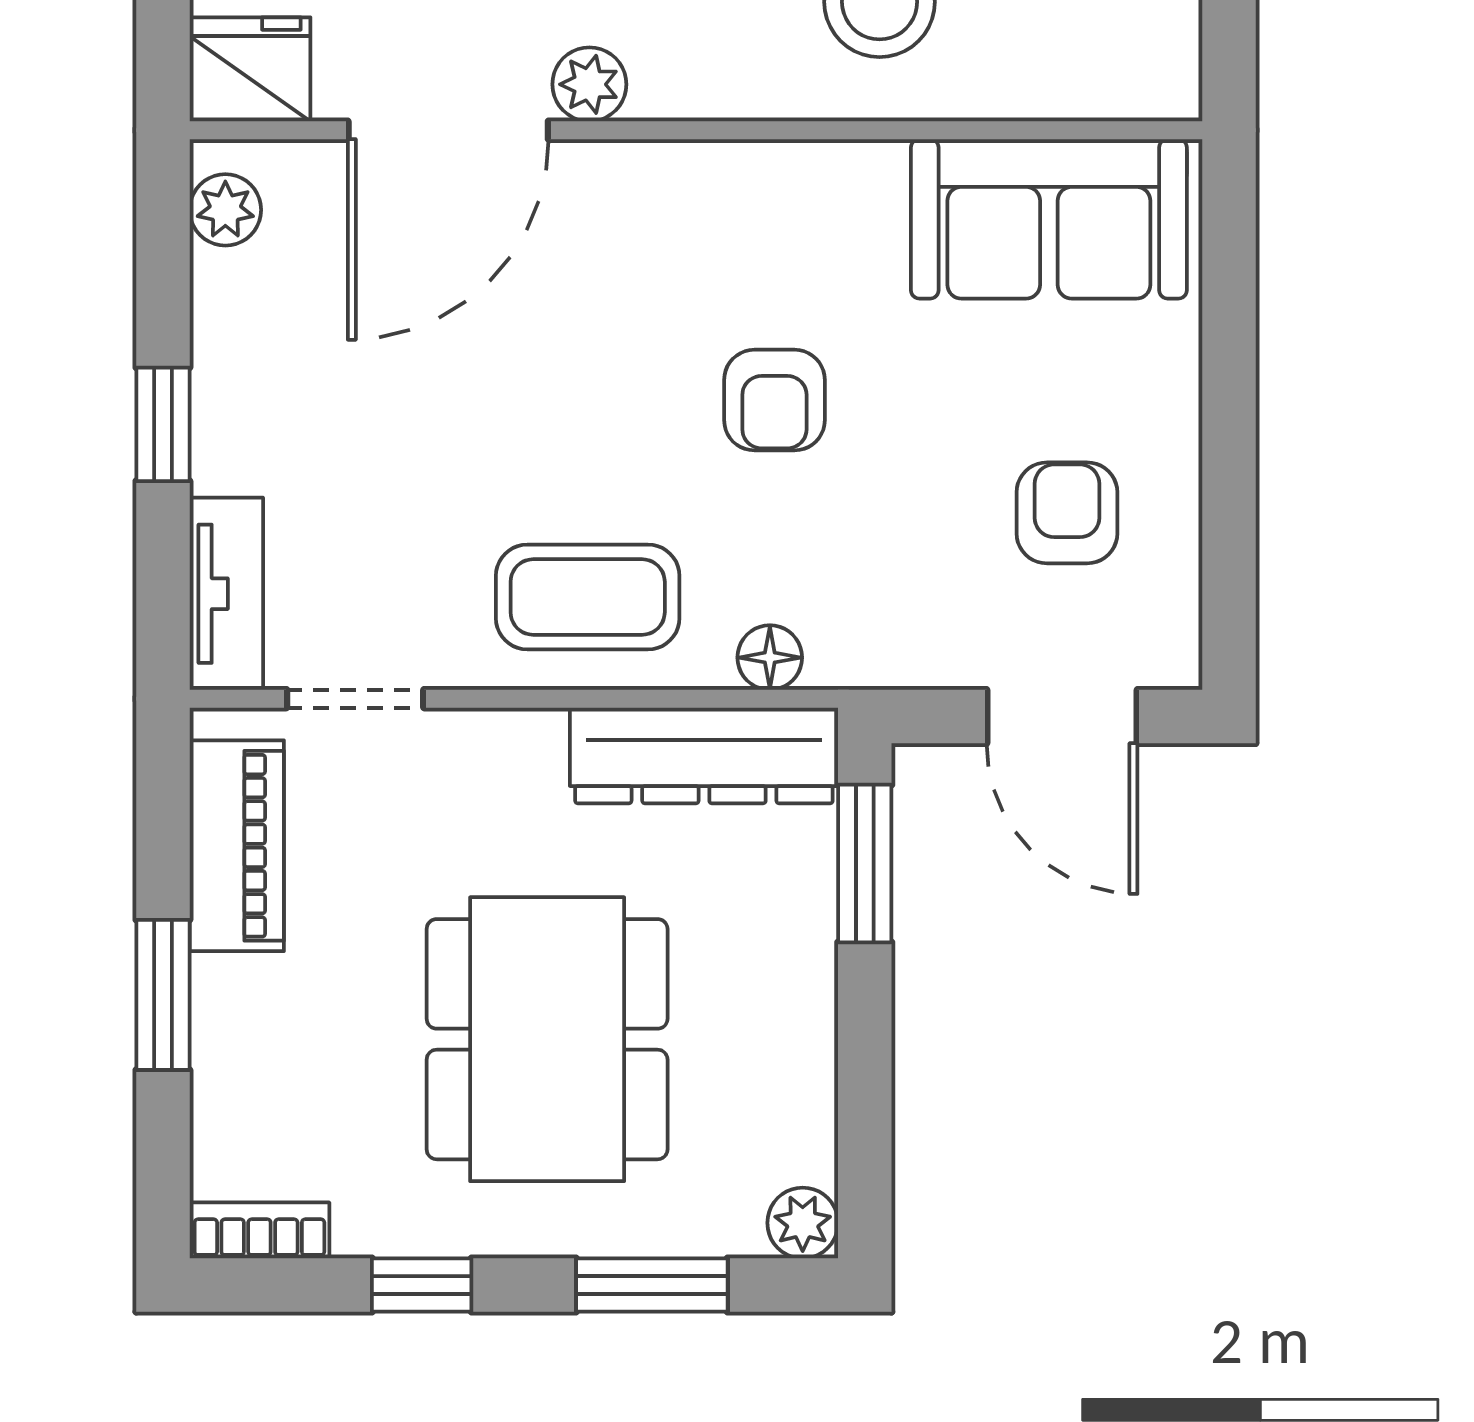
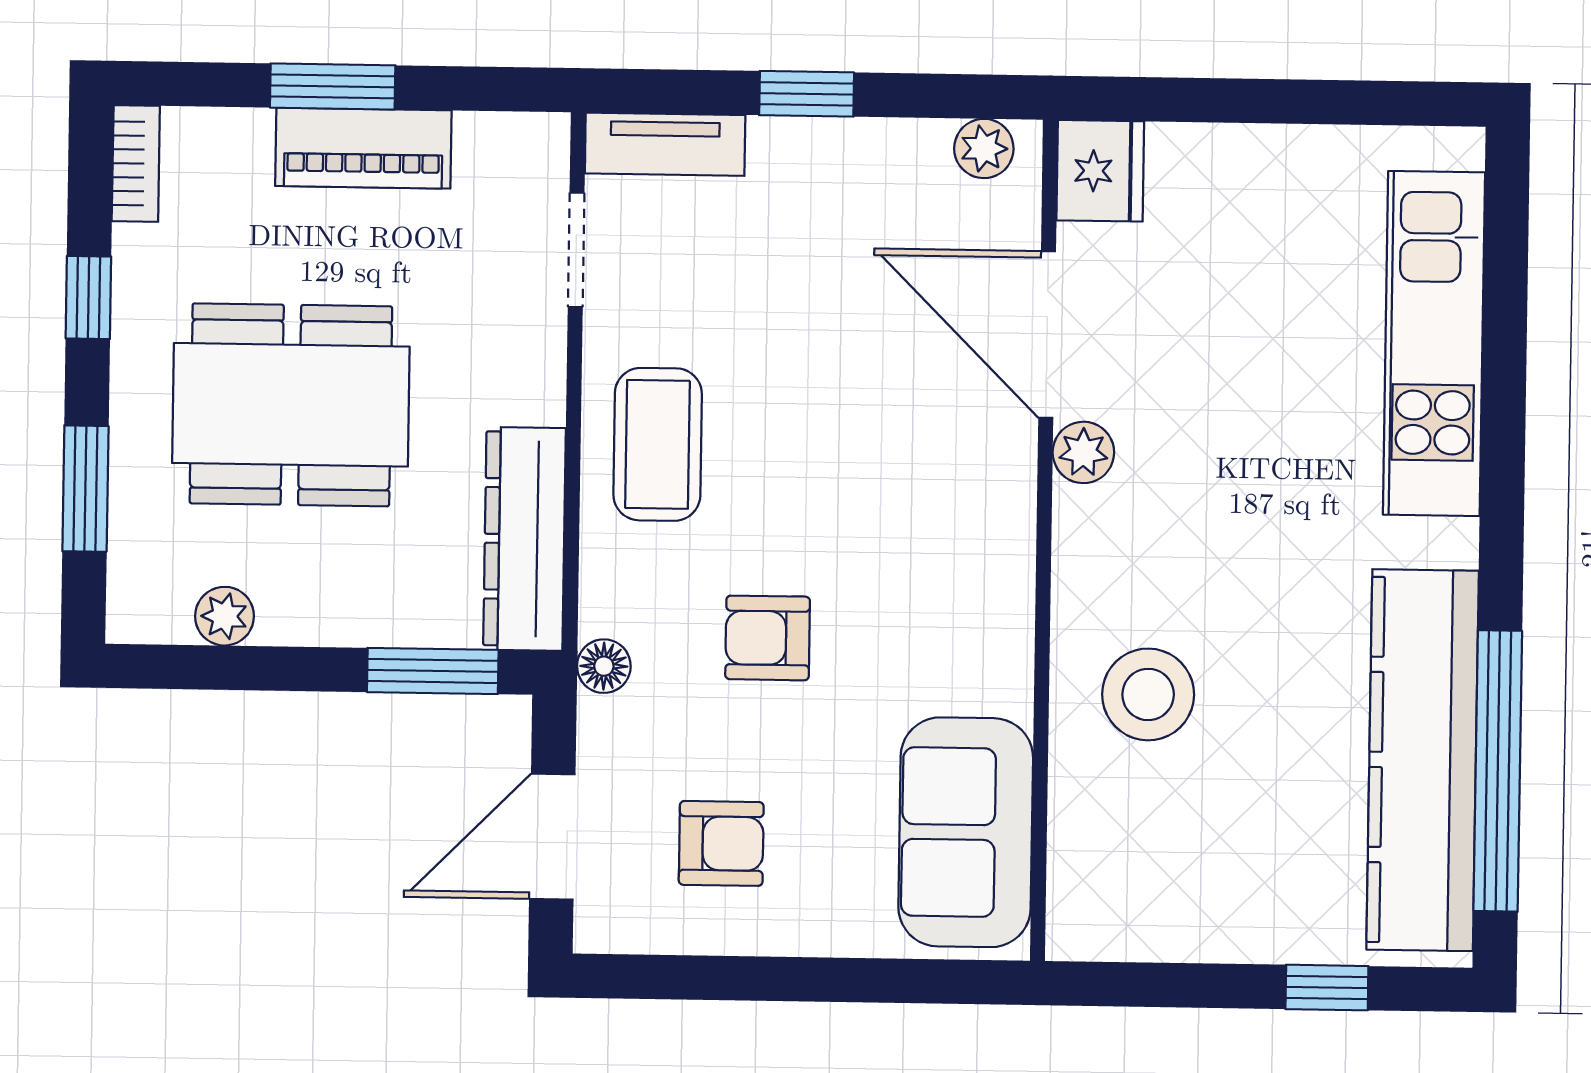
armchair: (774, 400) -> (768, 638), moved
floor lamp: (770, 658) -> (604, 666), moved
piano: (237, 846) -> (363, 148), moved
plant: (803, 1223) -> (225, 616), moved

